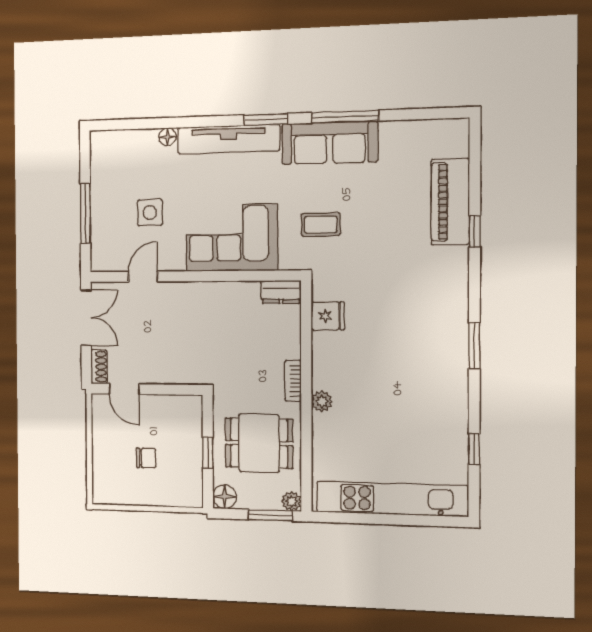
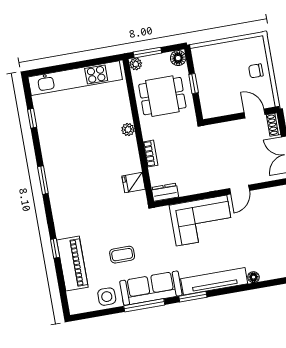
side table: (150, 213) -> (107, 297), moved
coffee table: (321, 225) -> (122, 255), moved
door: (143, 277) -> (240, 190), moved
bookcase: (293, 381) -> (150, 154), moved
chair: (146, 458) -> (256, 71), moved

